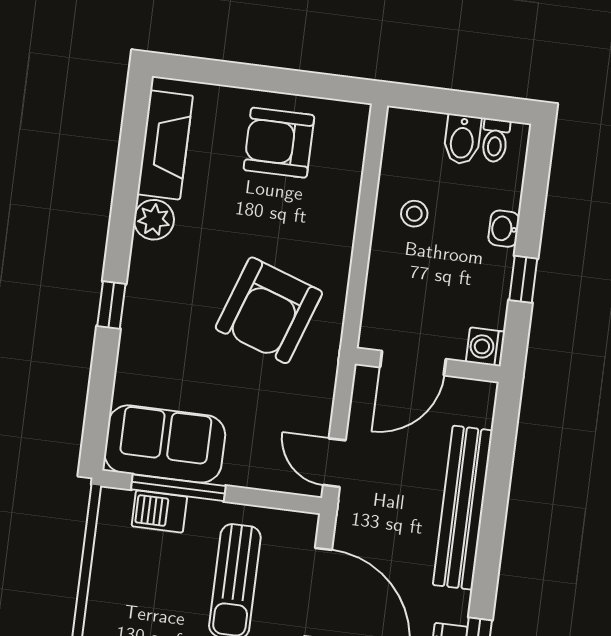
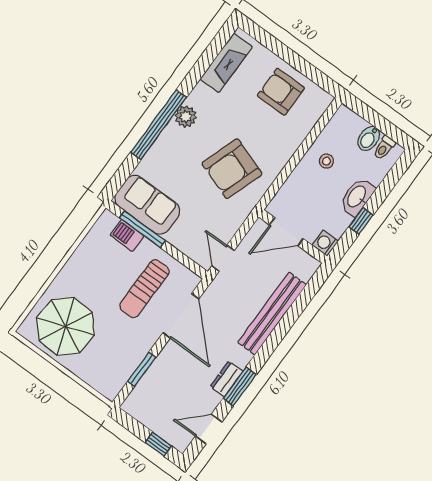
plant: (154, 220) -> (186, 117), moved
washbasin: (504, 229) -> (357, 197), width x1.91, depth x1.45
window: (111, 305) -> (159, 125), width x3.17

